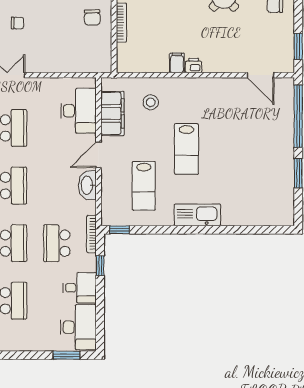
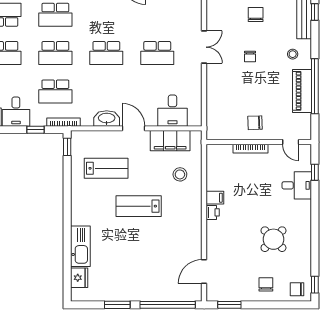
desk: (79, 111) -> (173, 111), width x0.73
lab bench: (144, 186) -> (106, 168), turned 180
kitchen sink: (197, 215) -> (80, 246), moved
fridge: (267, 216) -> (79, 278), added
school desk: (57, 243) -> (55, 91), turned 180

